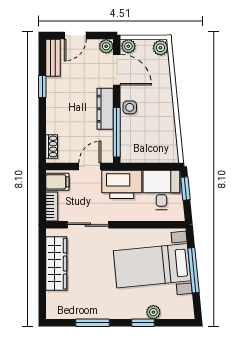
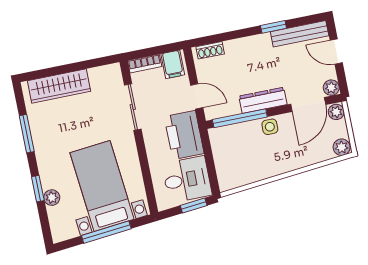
bench: (53, 58) -> (300, 34), width x1.36
wardrobe: (56, 264) -> (59, 86), moved

